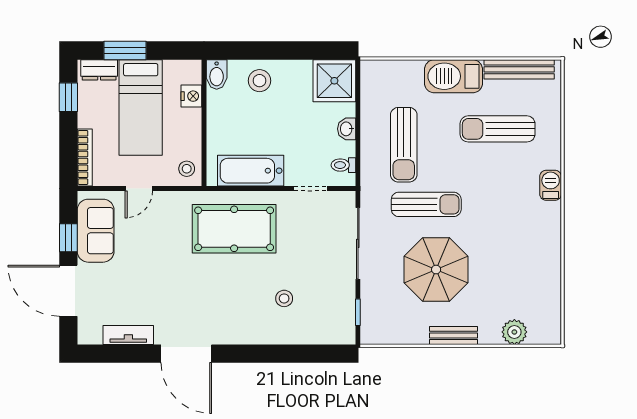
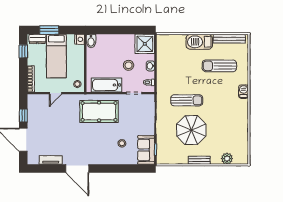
stool: (259, 81) -> (129, 65), moved
nightstand: (191, 96) -> (80, 39), moved
sun lounger: (404, 145) -> (176, 73), removed
sofa: (96, 231) -> (146, 150), moved, turned 180

